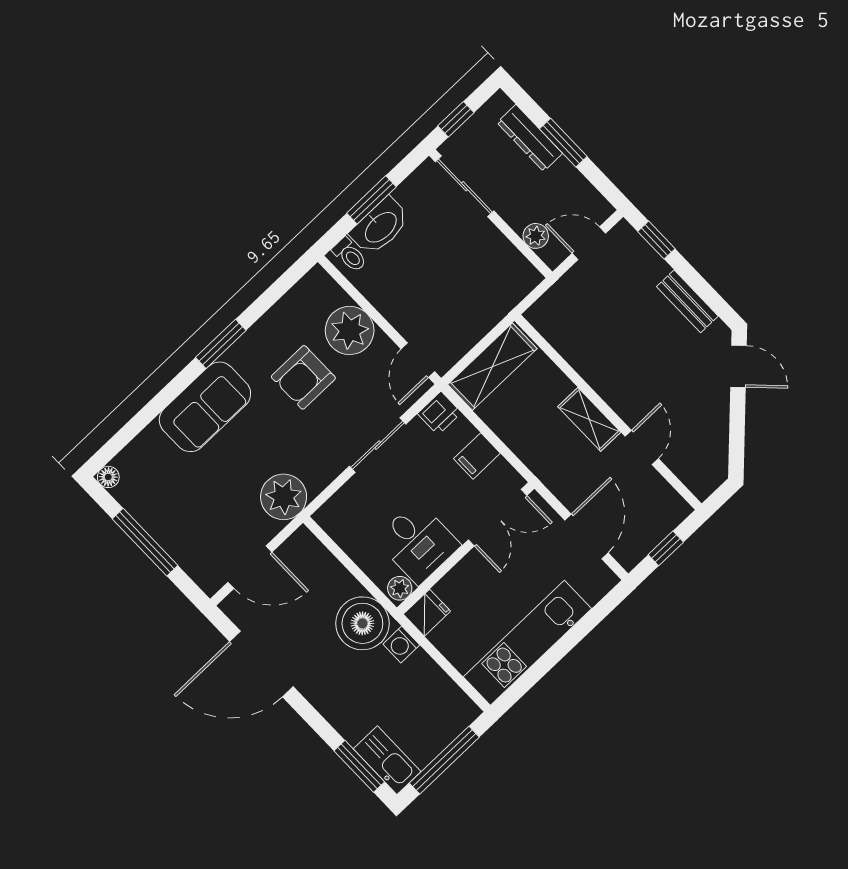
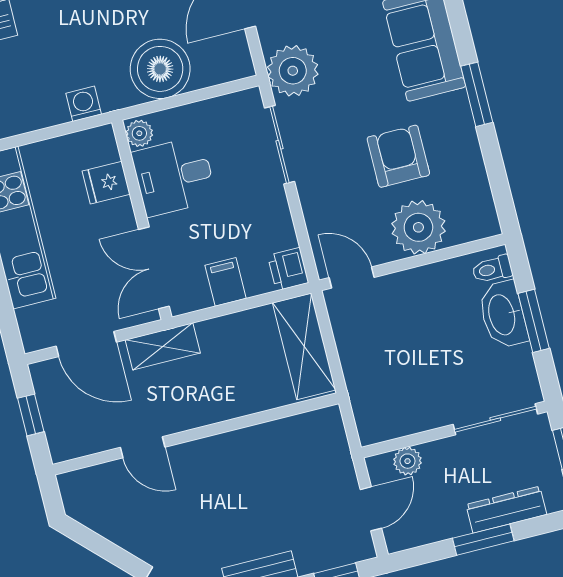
shelving: (589, 419) -> (163, 346), moved
sliding door: (378, 445) -> (280, 145), moved
fridge: (427, 613) -> (106, 183), moved, turned 90
boiler: (362, 623) -> (160, 69), moved

